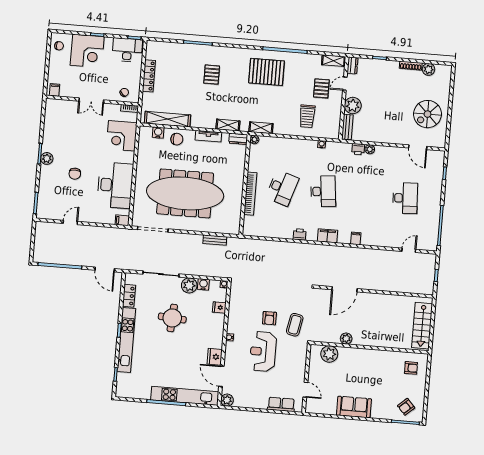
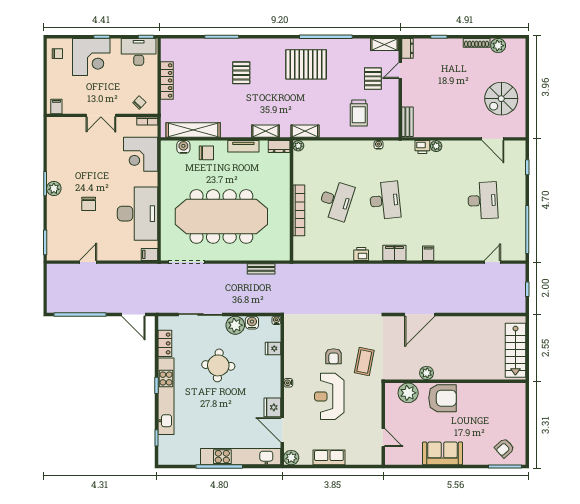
plant: (353, 106) -> (412, 96), removed
armchair: (411, 368) -> (442, 398), moved, width x1.88, depth x1.88
row of seats: (281, 404) -> (329, 457), moved

